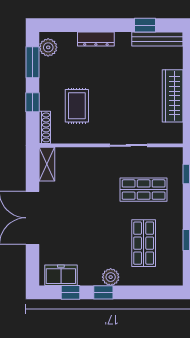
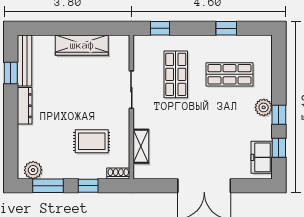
dresser: (96, 39) -> (25, 106), moved
shoe rack: (45, 127) -> (118, 174), width x0.70
shelving: (47, 164) -> (141, 146), moved, turned 90

